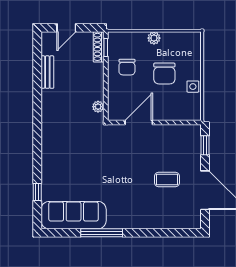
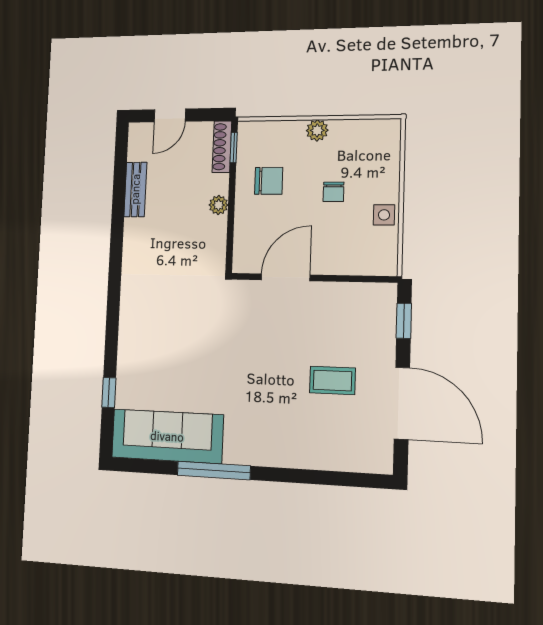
chair: (127, 67) -> (269, 181), turned -90
chair: (164, 74) -> (334, 192), width x0.54, depth x0.54
plant: (98, 107) -> (219, 205), moved

